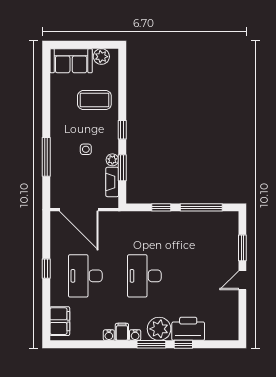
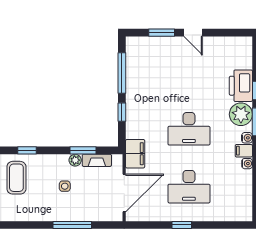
window: (122, 130) -> (27, 150), moved
filing cabinet: (60, 321) -> (135, 154), moved, turned 90

